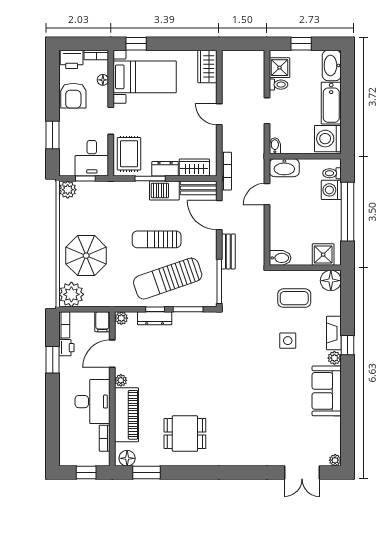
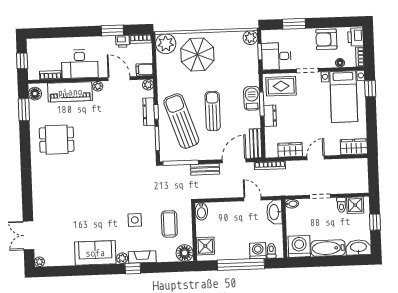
wardrobe: (194, 167) -> (290, 150), moved, turned -90
barbecue: (164, 191) -> (252, 98), moved
dining table: (185, 434) -> (57, 140), turned 90

